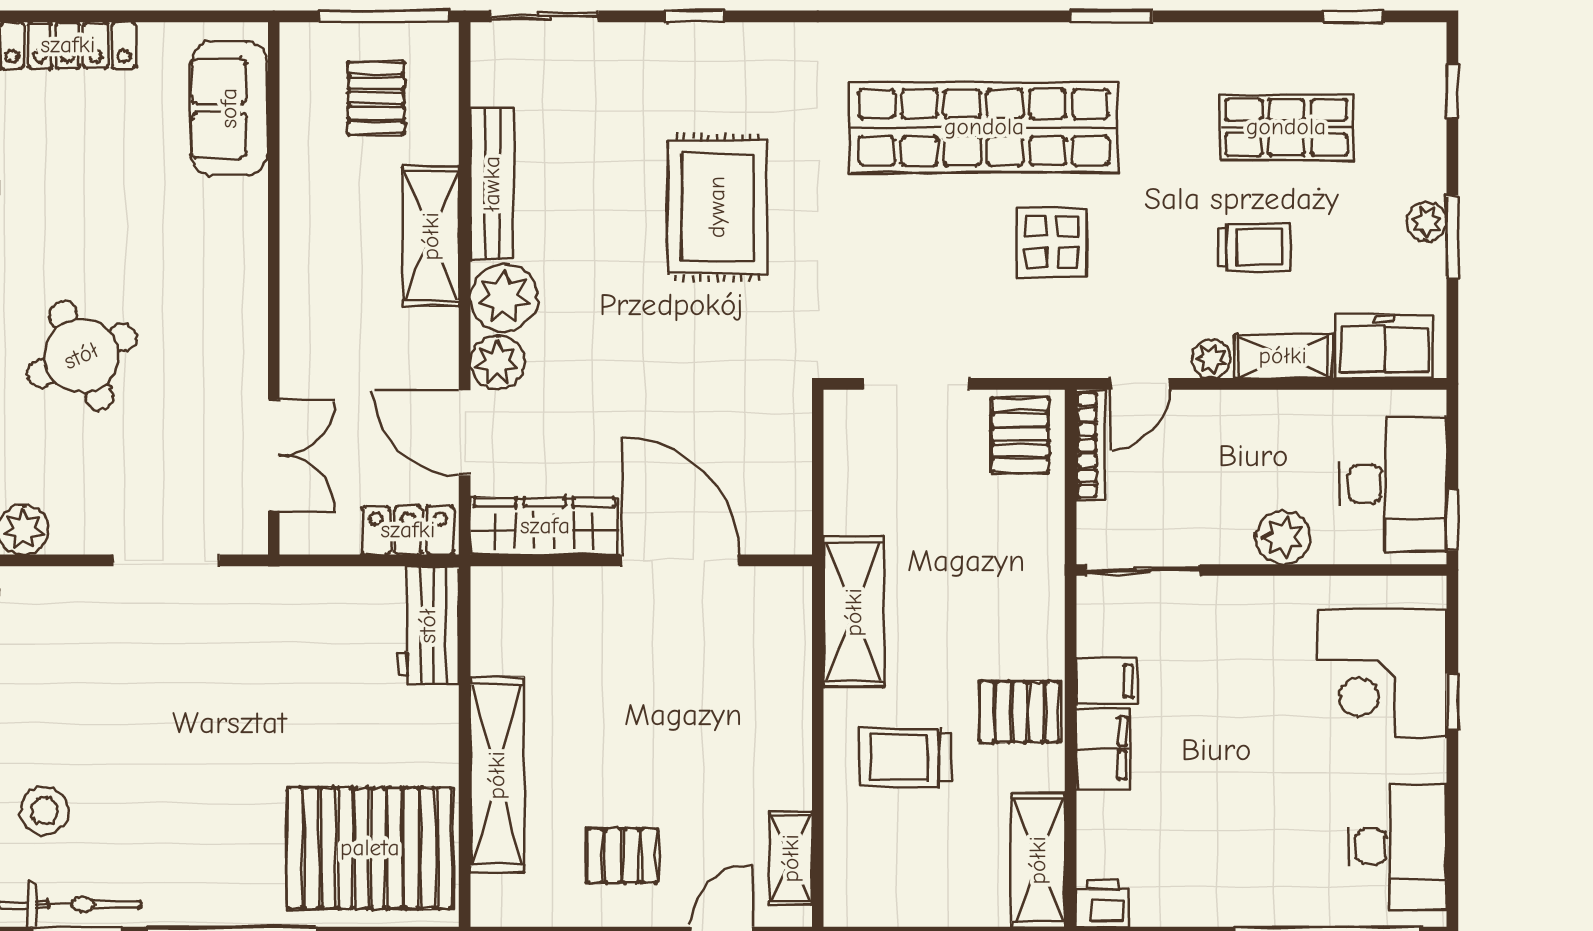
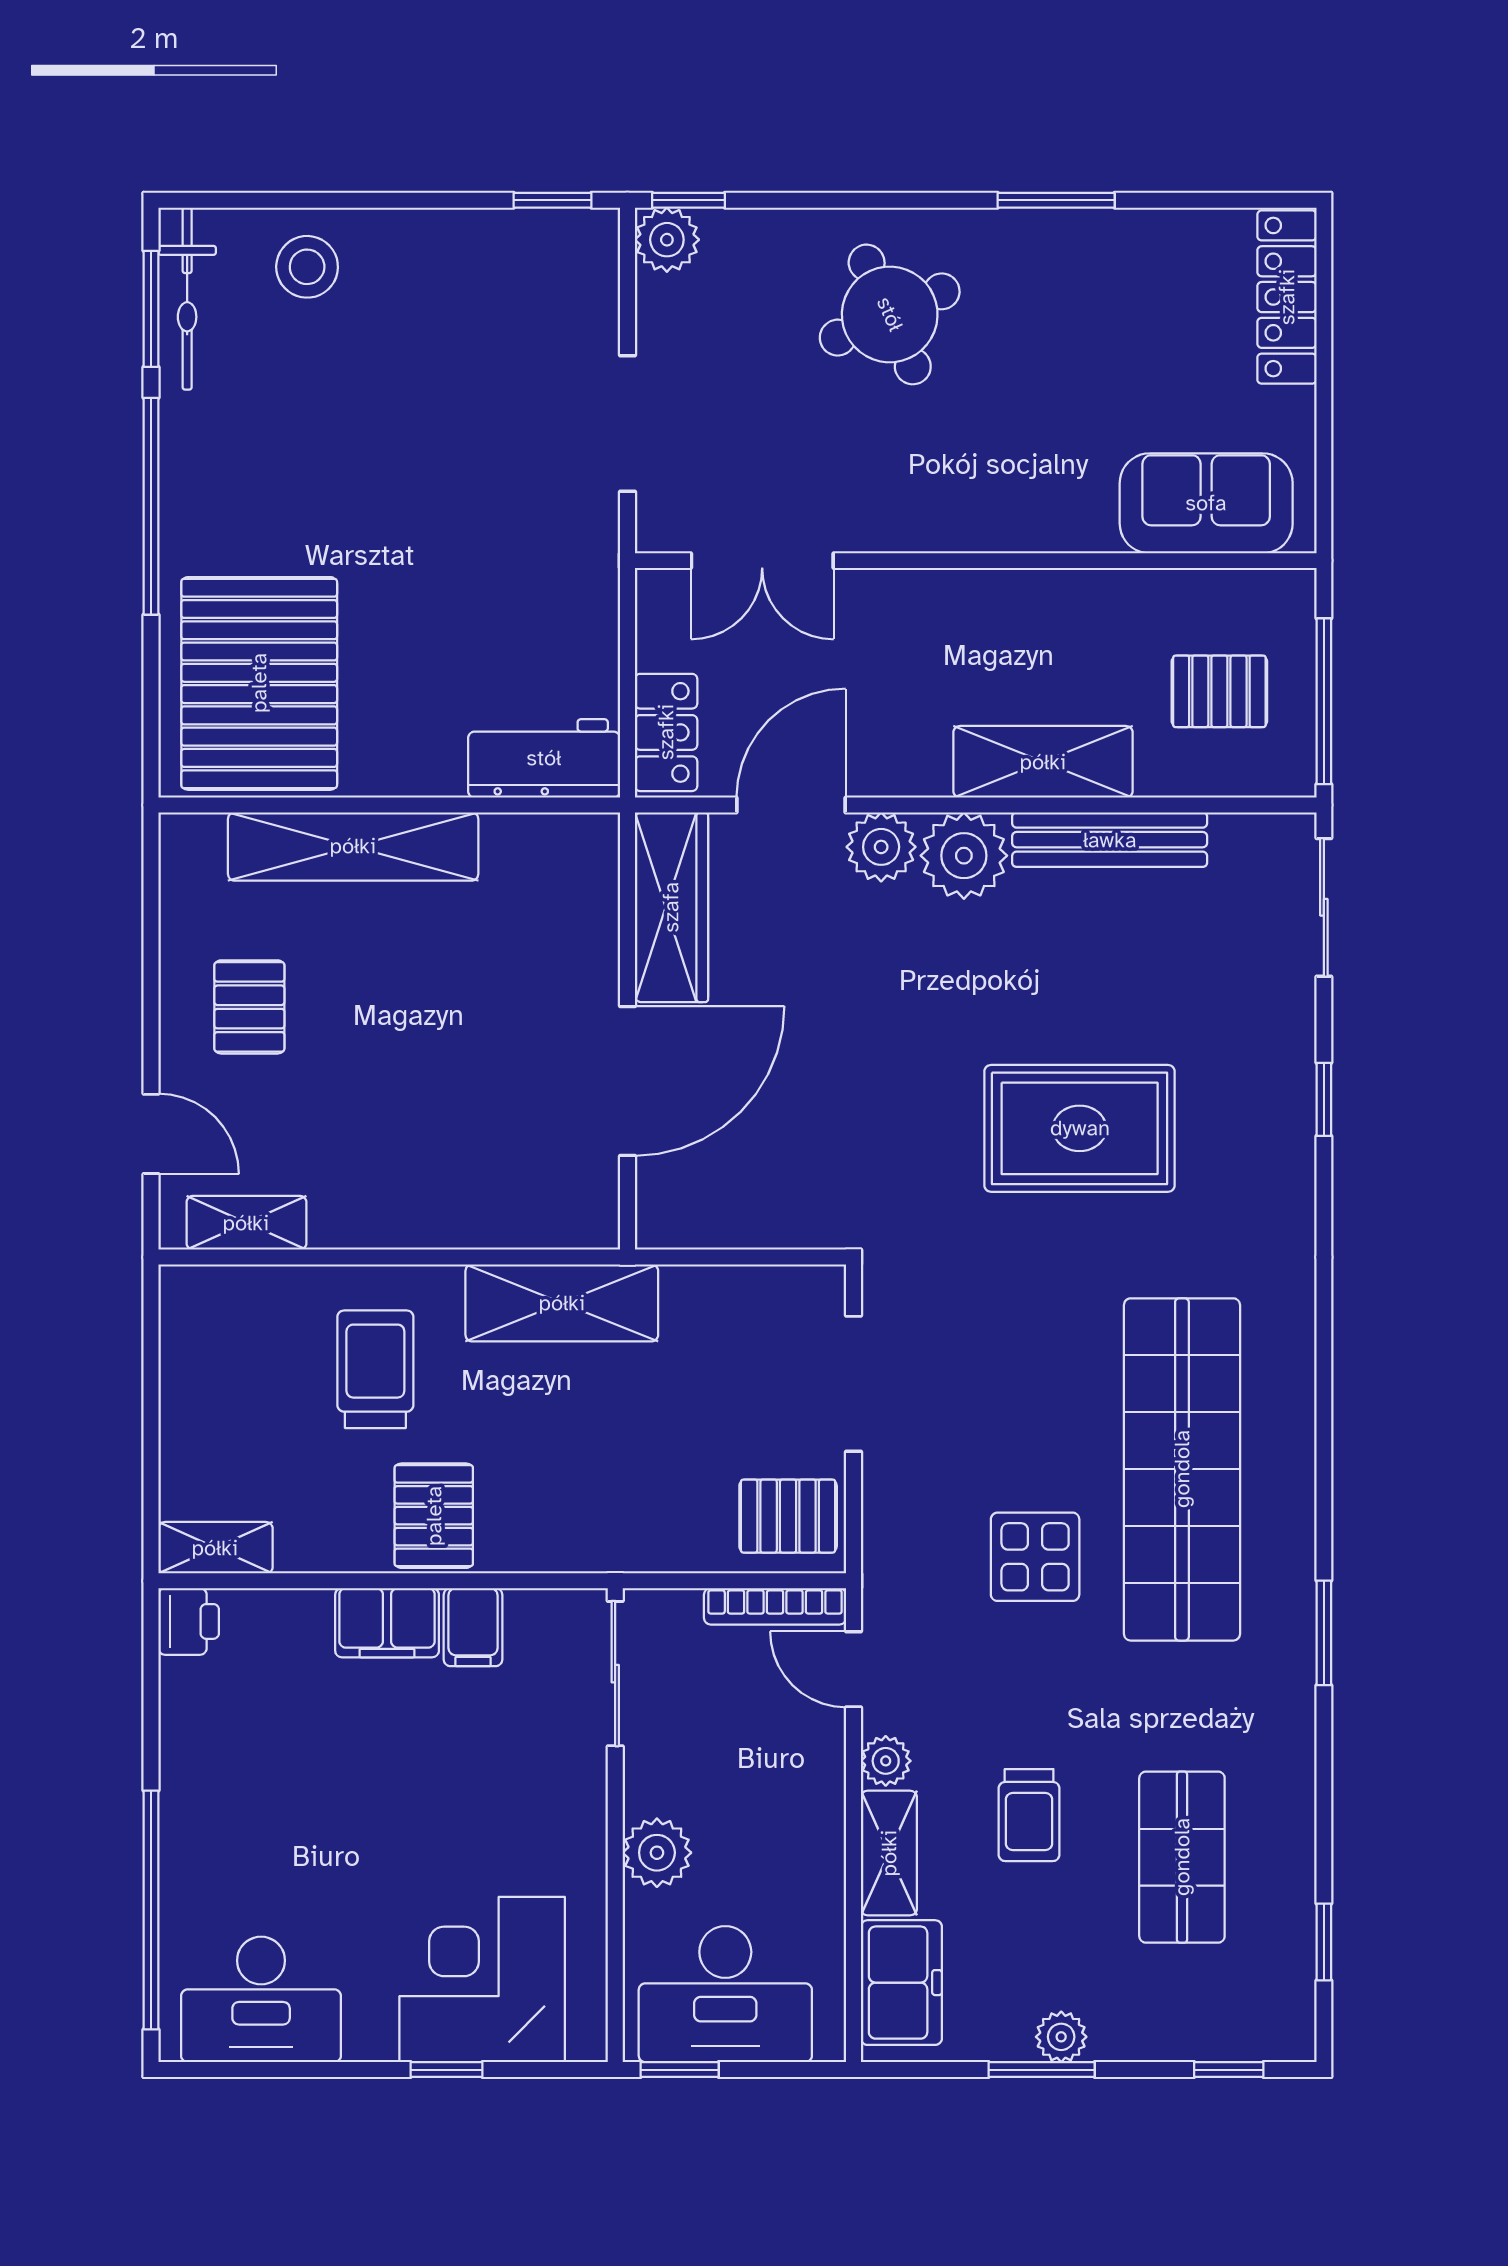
shelving: (1038, 860) -> (215, 1548), width x0.67, depth x0.75

